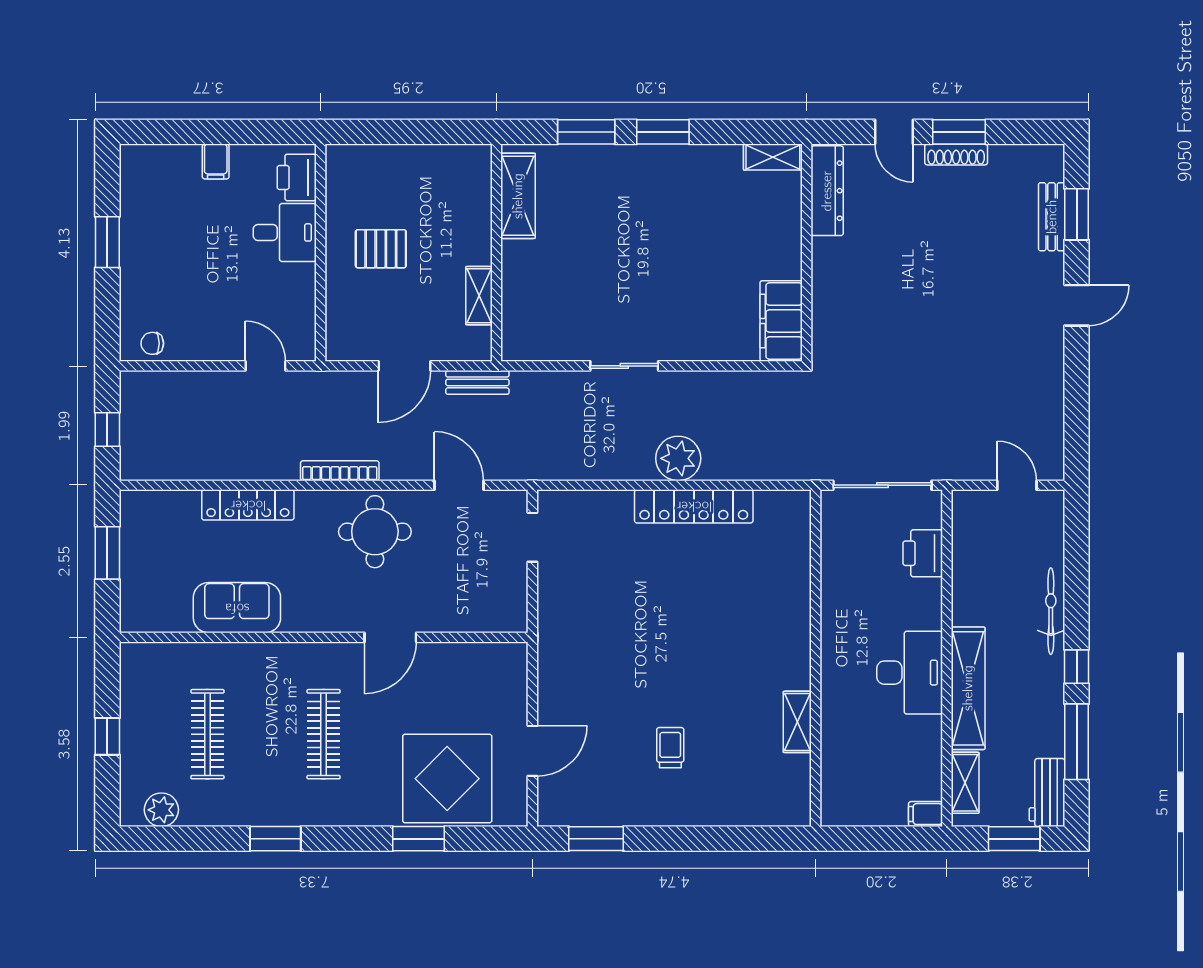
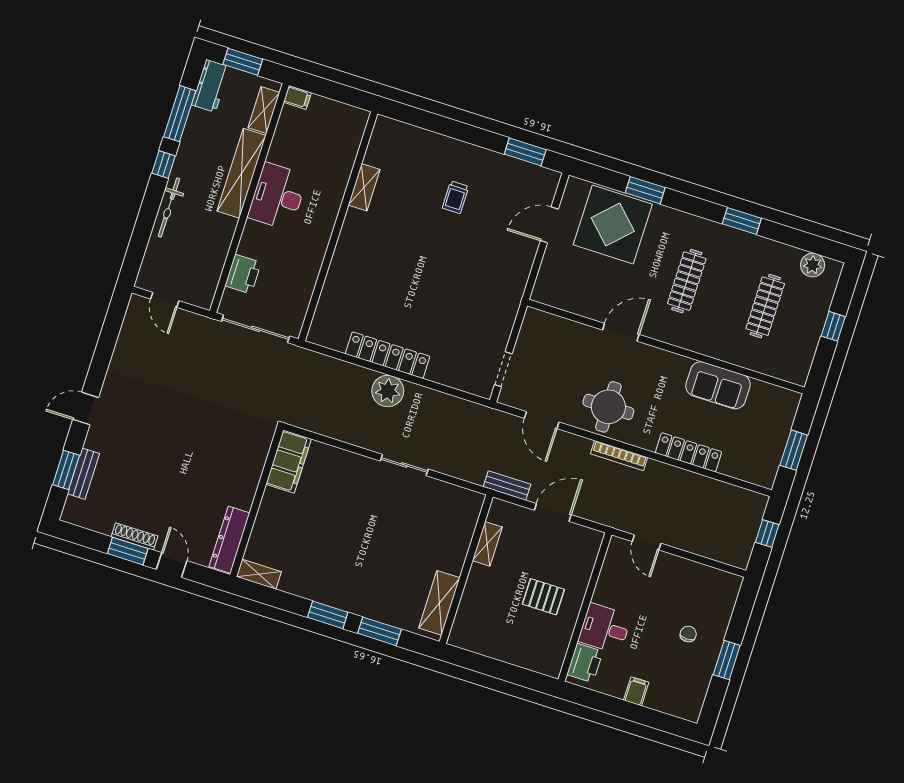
chair: (152, 343) -> (688, 634), moved, turned -90

